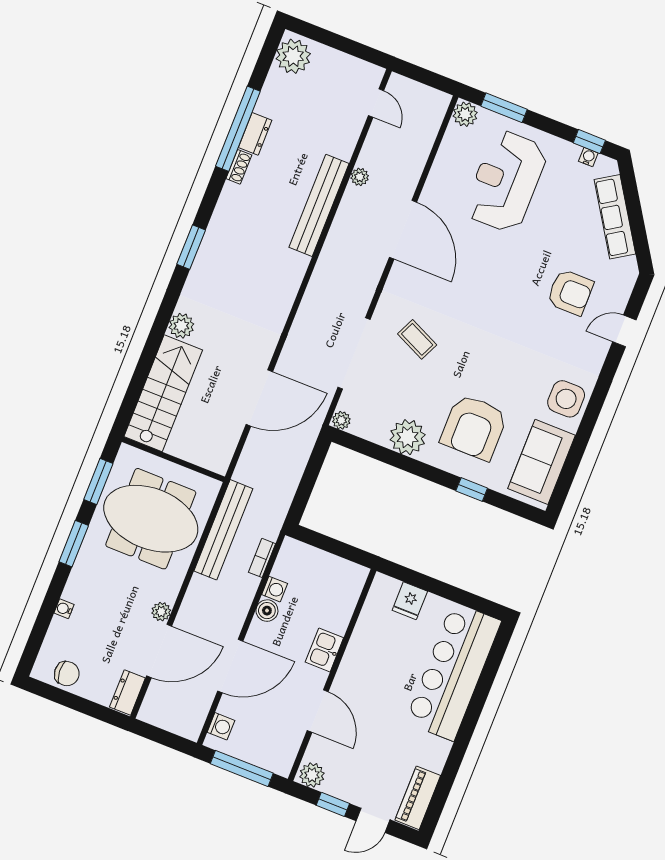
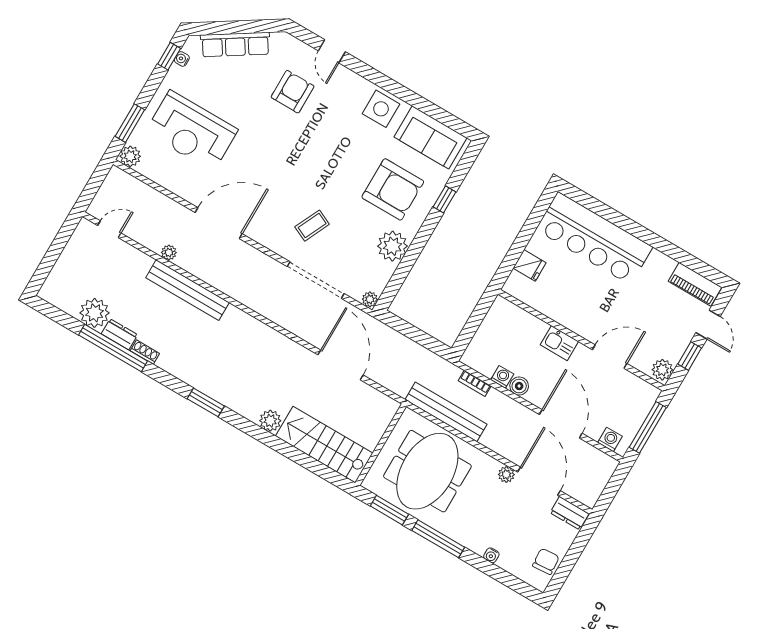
plant: (293, 56) -> (94, 313), moved
window: (74, 544) -> (438, 539), width x1.44

